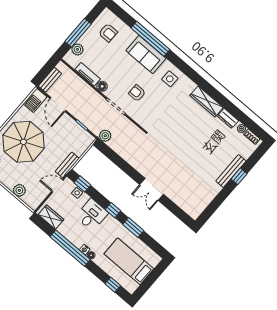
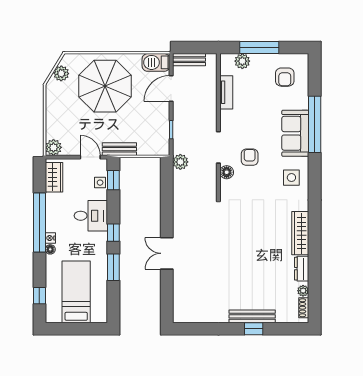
floor lamp: (102, 86) -> (227, 172), moved
plant: (19, 190) -> (53, 147), moved

